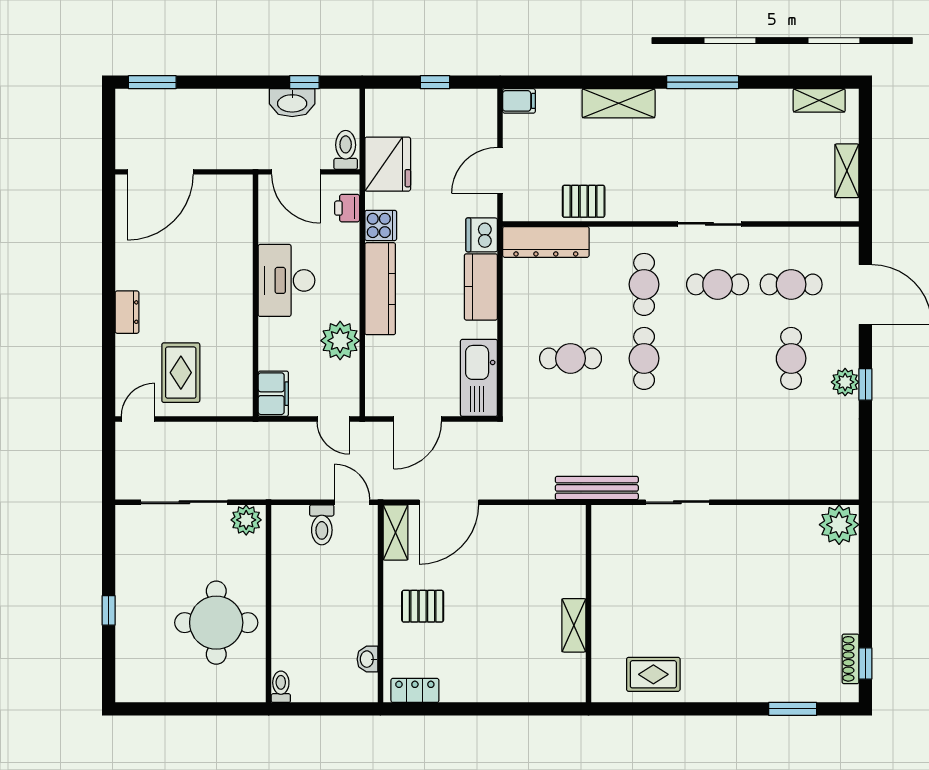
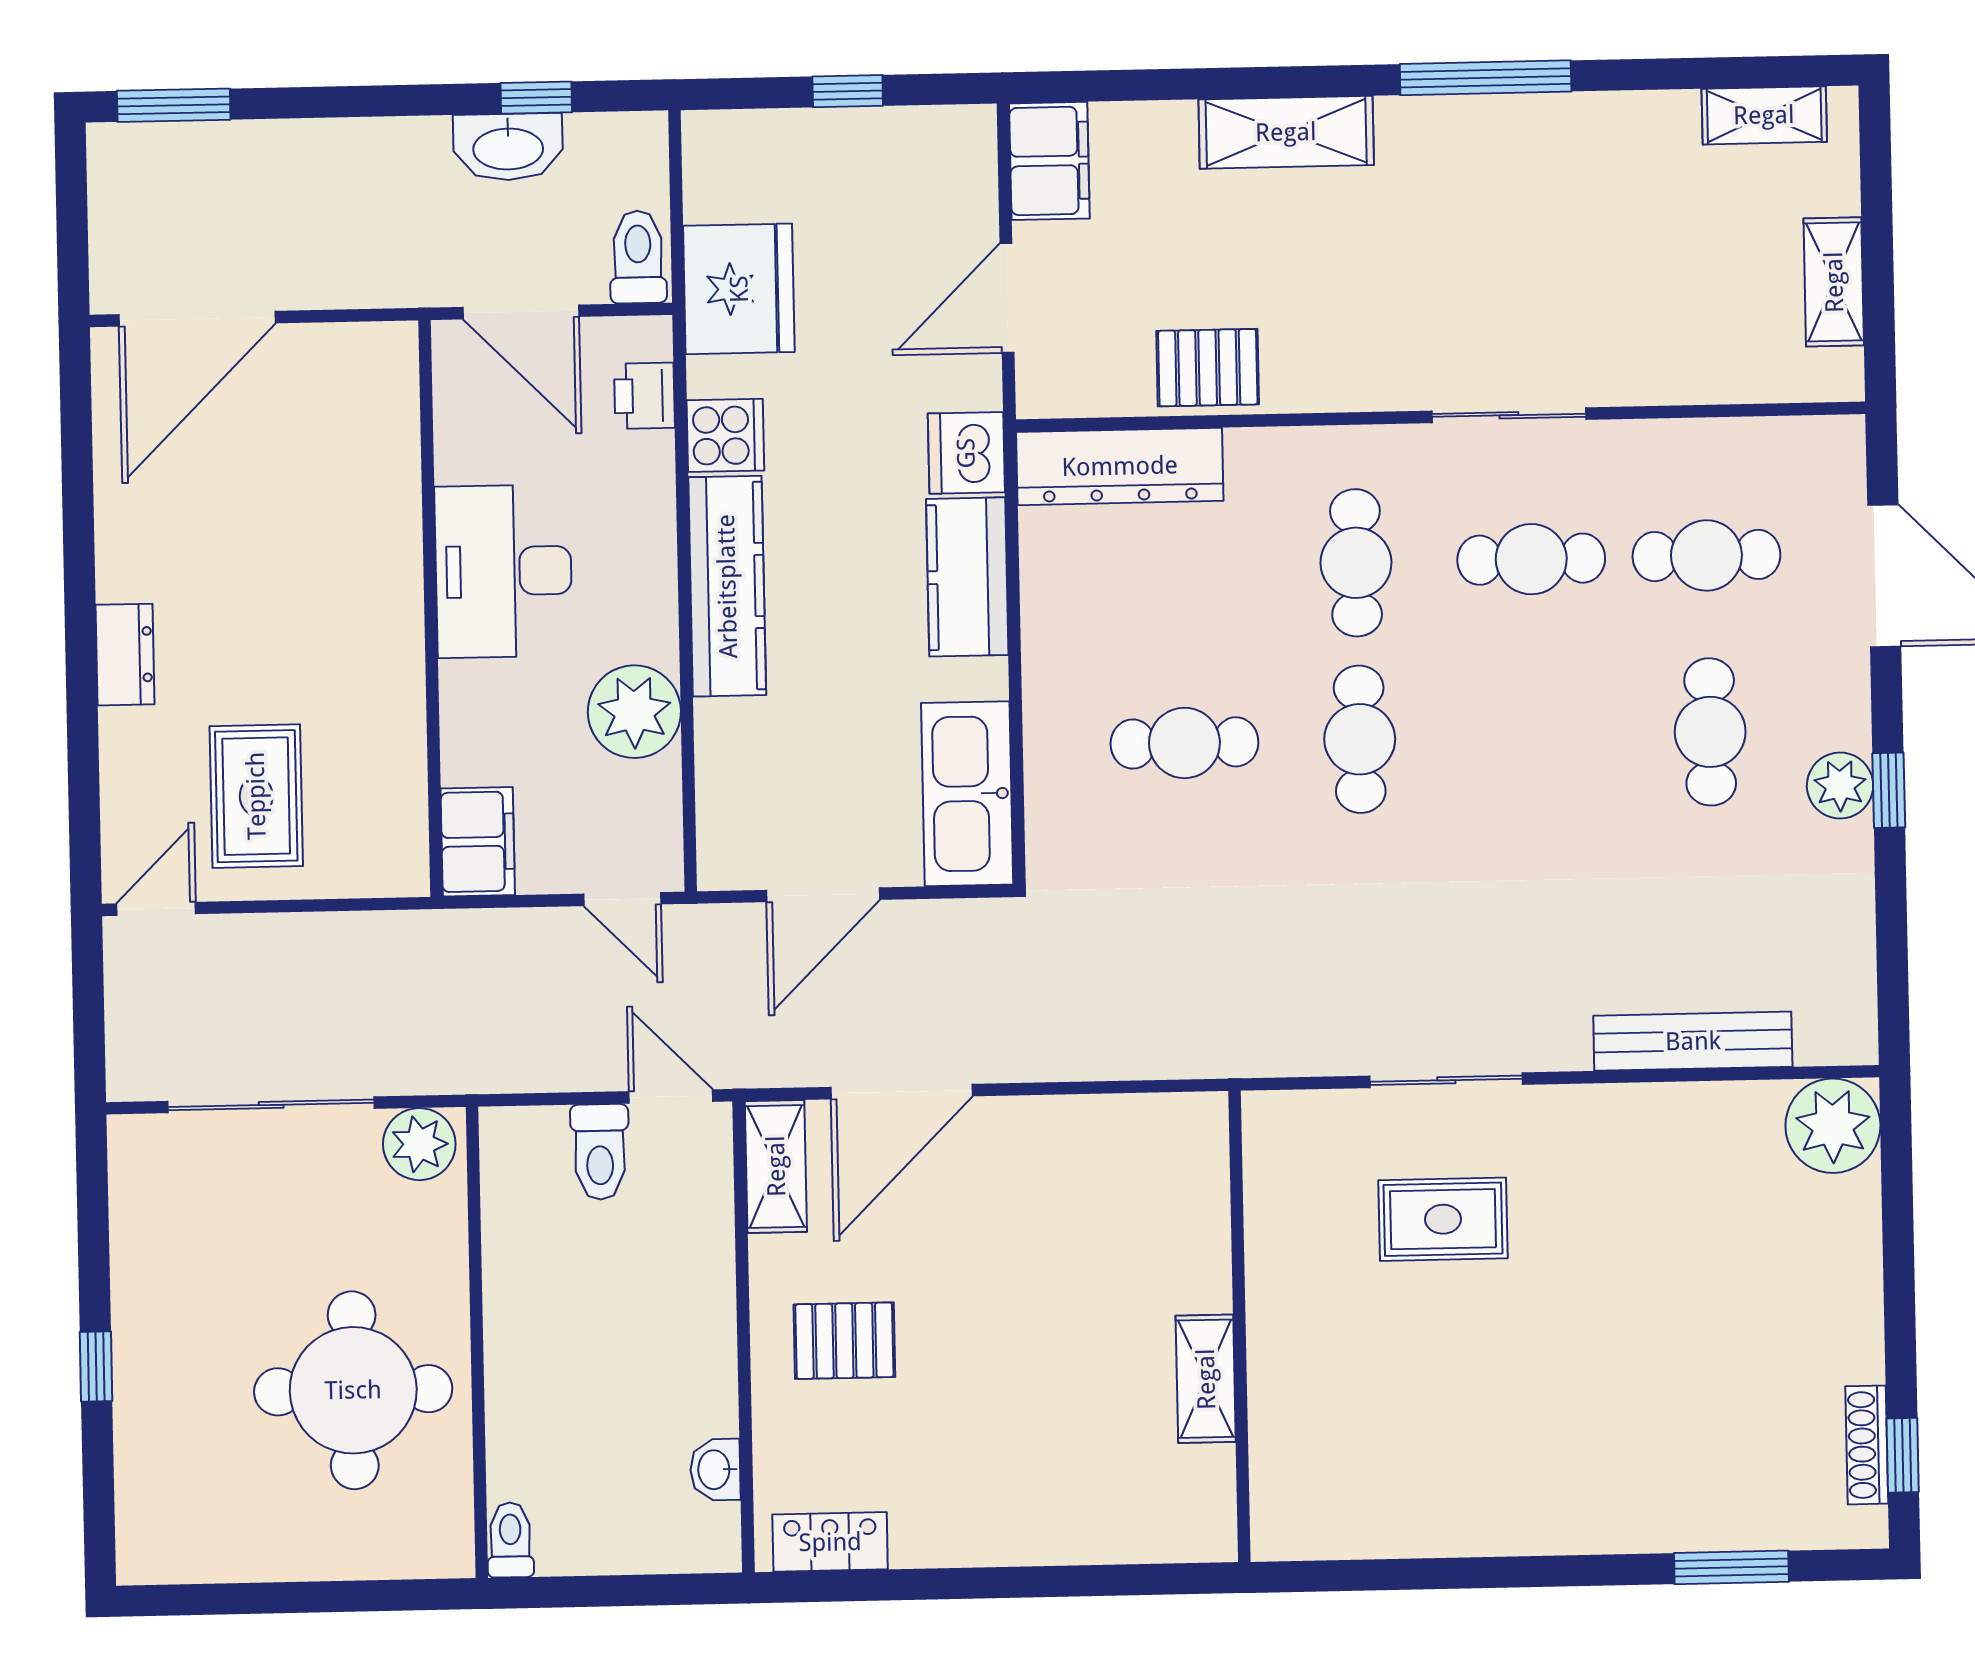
filing cabinet: (519, 101) -> (1049, 161), width x2.00
bench: (597, 488) -> (1693, 1041), moved
rug: (653, 674) -> (1443, 1219), moved

